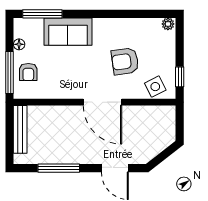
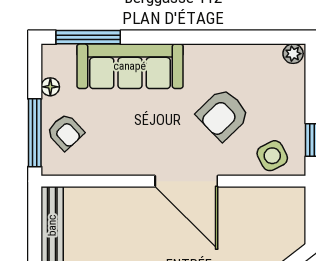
sofa: (68, 32) -> (130, 66), width x1.36
armchair: (125, 61) -> (223, 115), turned -36
armchair: (28, 72) -> (65, 132), turned -43

